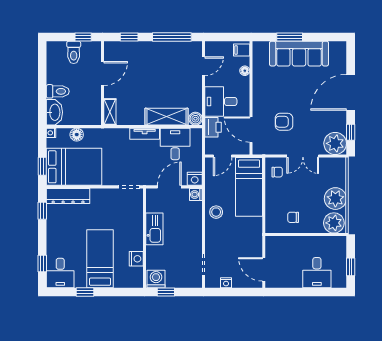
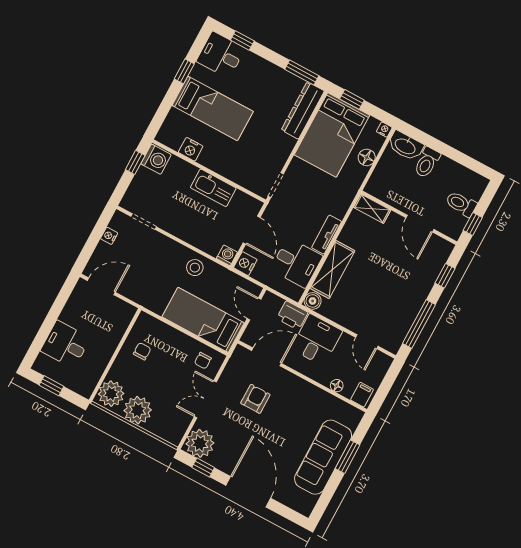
window: (42, 211) -> (302, 72), width x1.50

